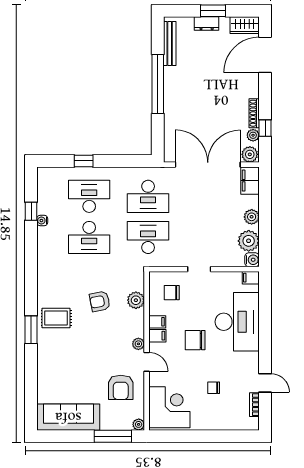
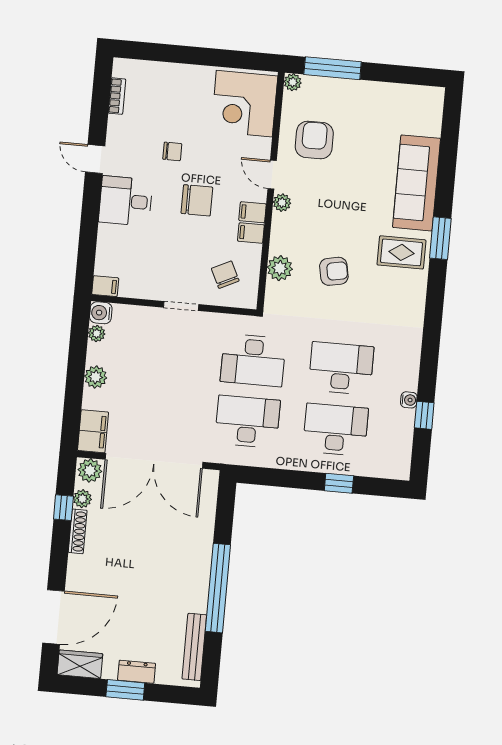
desk: (89, 196) -> (335, 430), turned 180
plant: (249, 241) -> (97, 333), width x0.53, depth x0.53
chair: (172, 293) -> (225, 275), turned -116
desk: (237, 322) -> (126, 201), width x0.53, depth x0.77
door: (265, 383) -> (95, 159), moved
chair: (214, 388) -> (172, 151), moved
sofa: (68, 417) -> (417, 183), moved, turned 90

